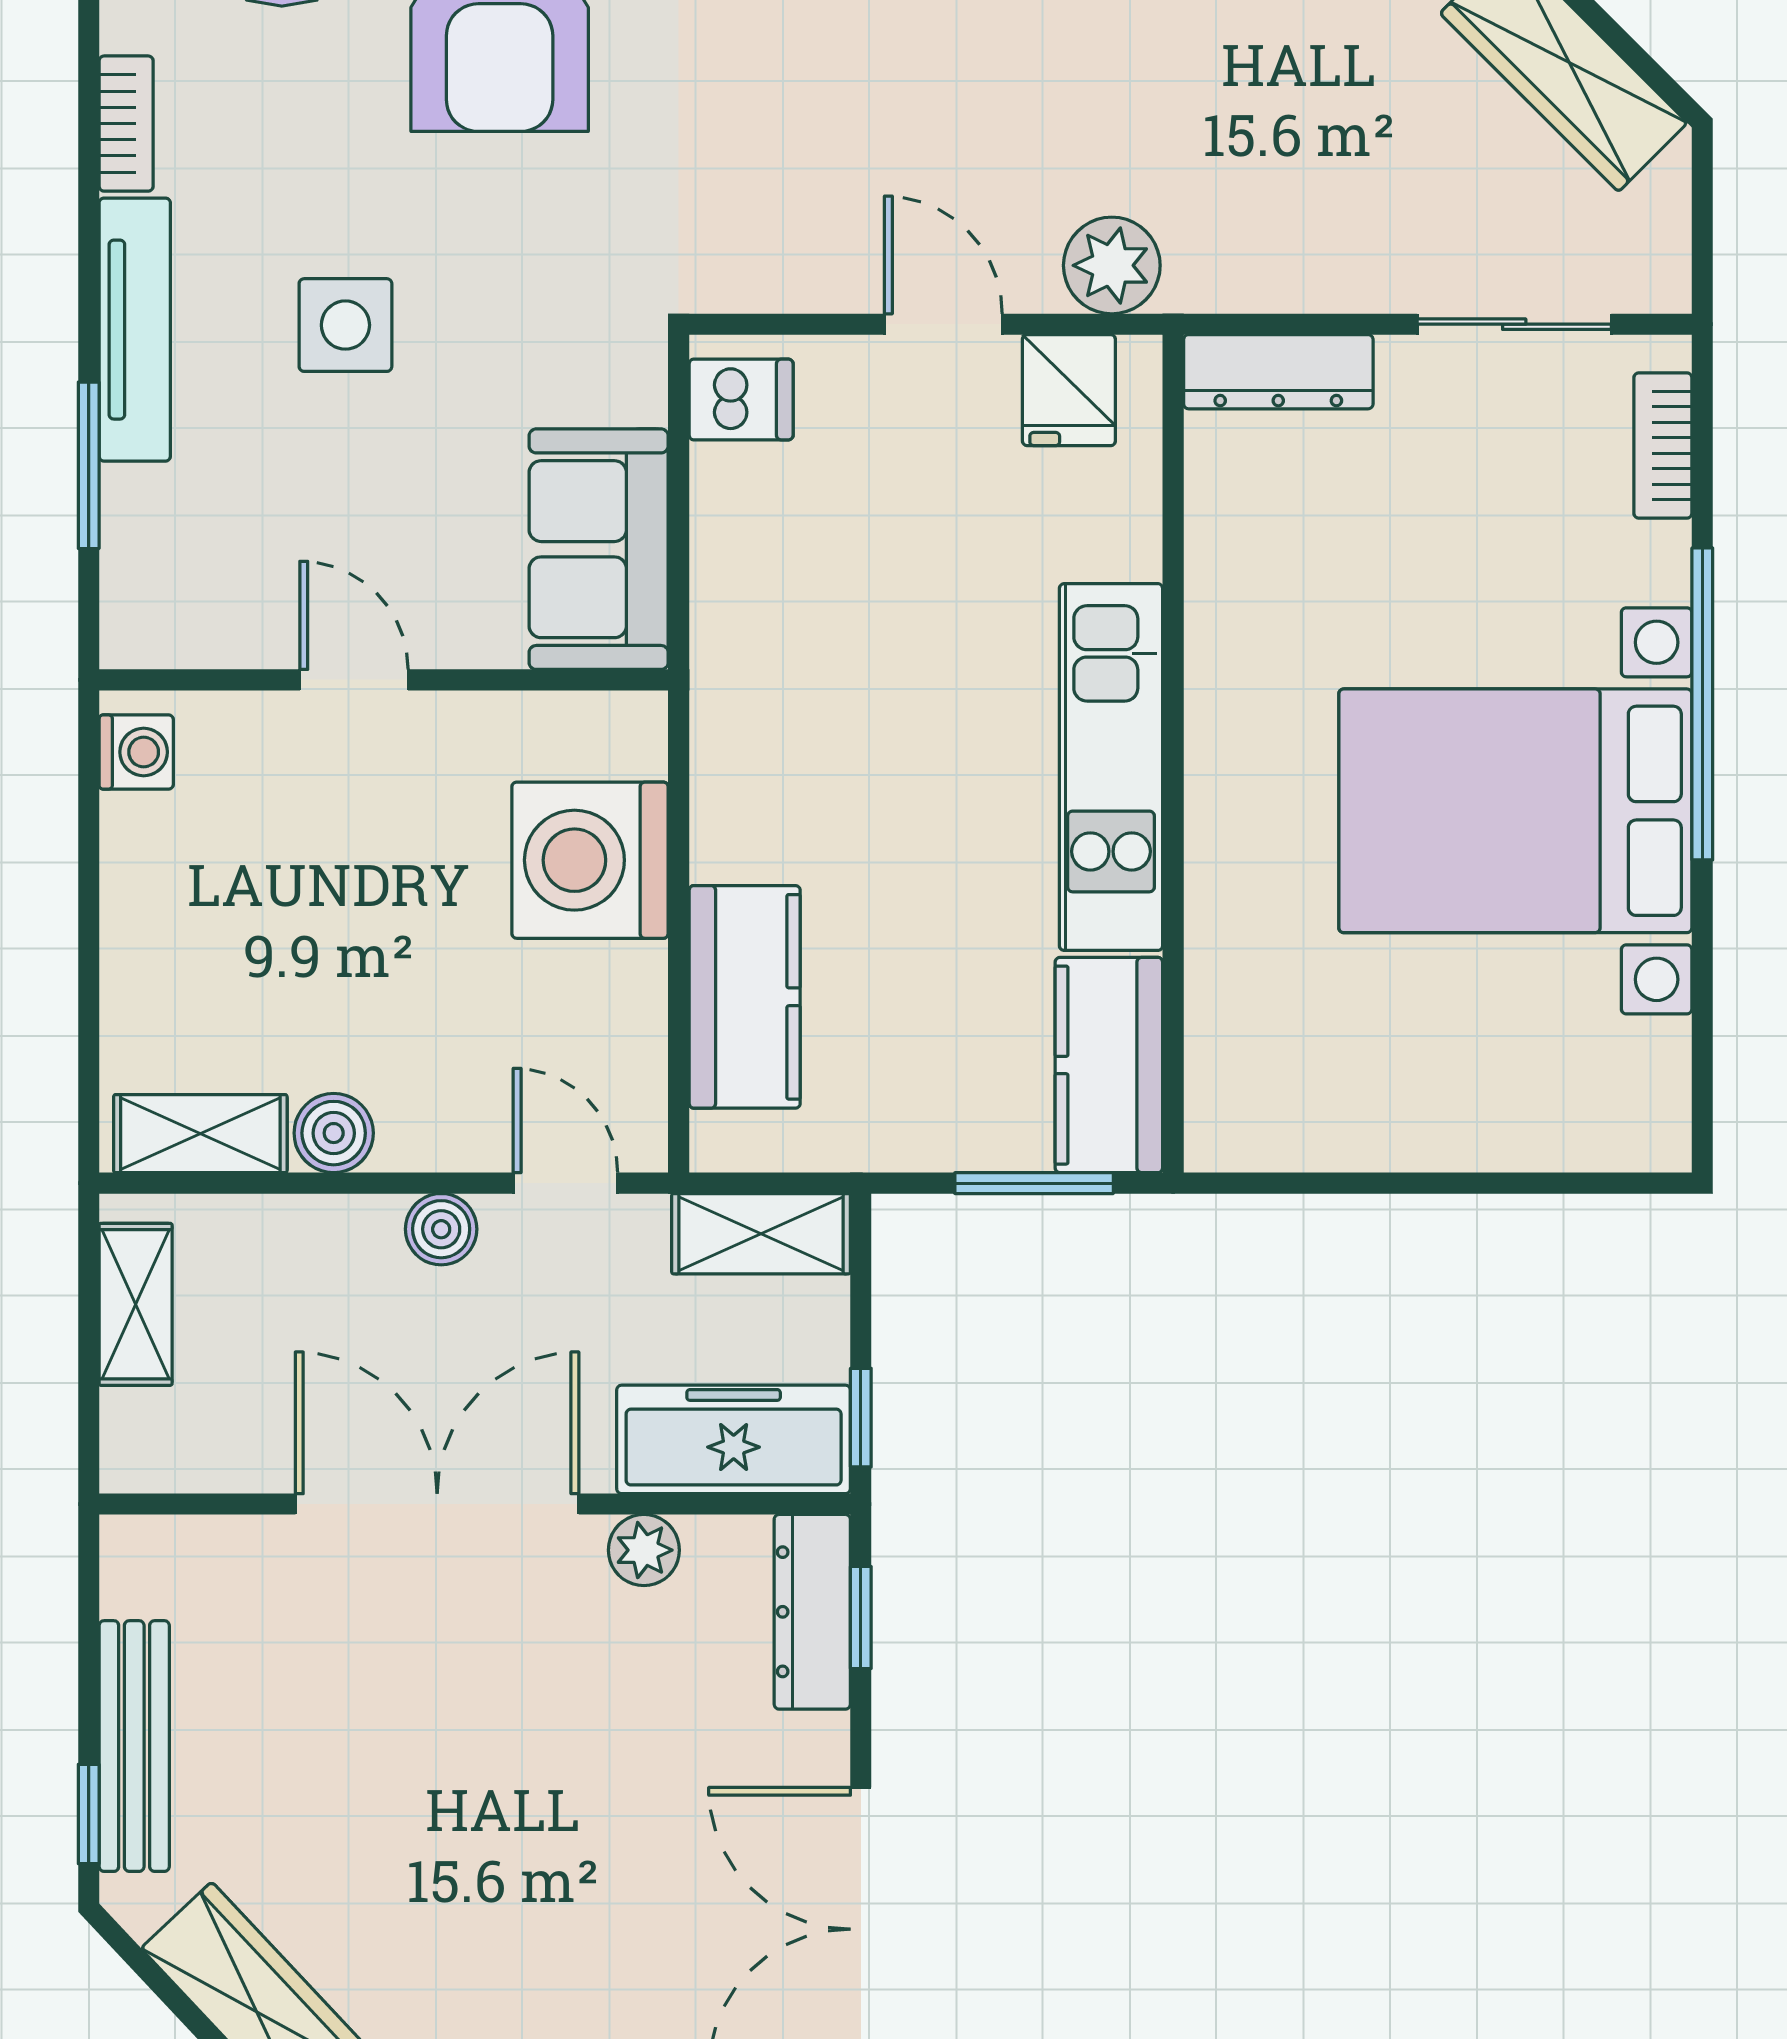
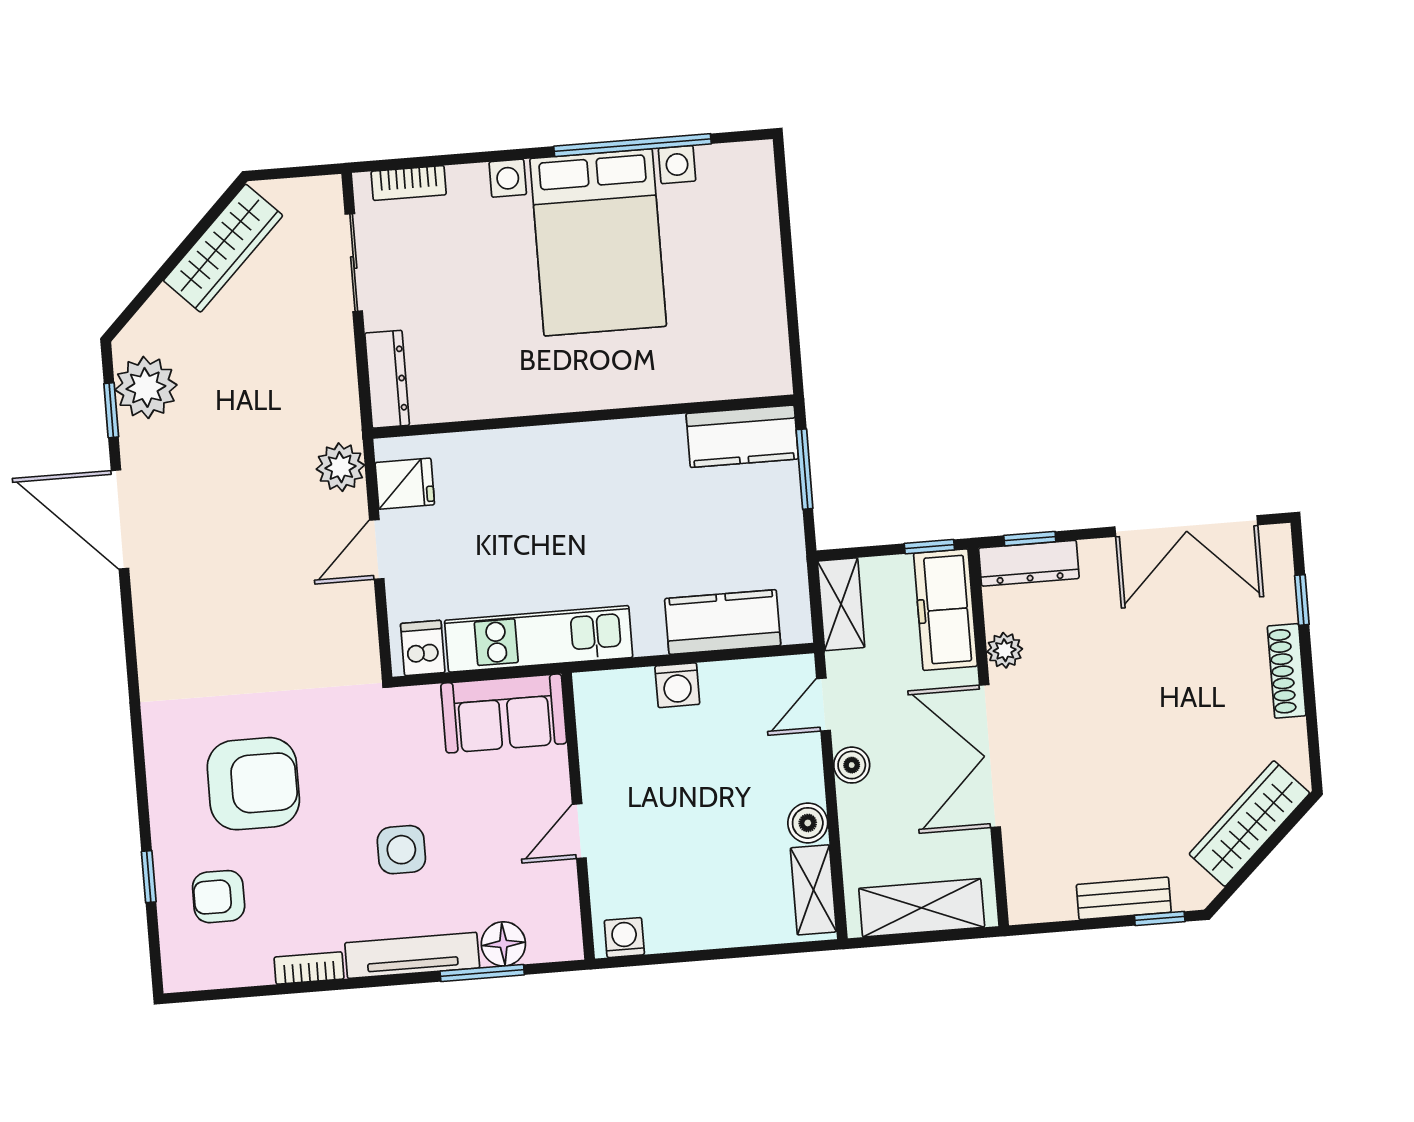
floor lamp: (143, 512) -> (503, 944), added
window: (1702, 704) -> (632, 145), moved
kitchen unit: (1111, 767) -> (539, 639), moved, turned 180
washing machine: (590, 860) -> (677, 685), width x0.53, depth x0.53
shelving: (136, 1304) -> (922, 908), width x1.50, depth x1.33
bench: (134, 1746) -> (1124, 898), width x0.73

